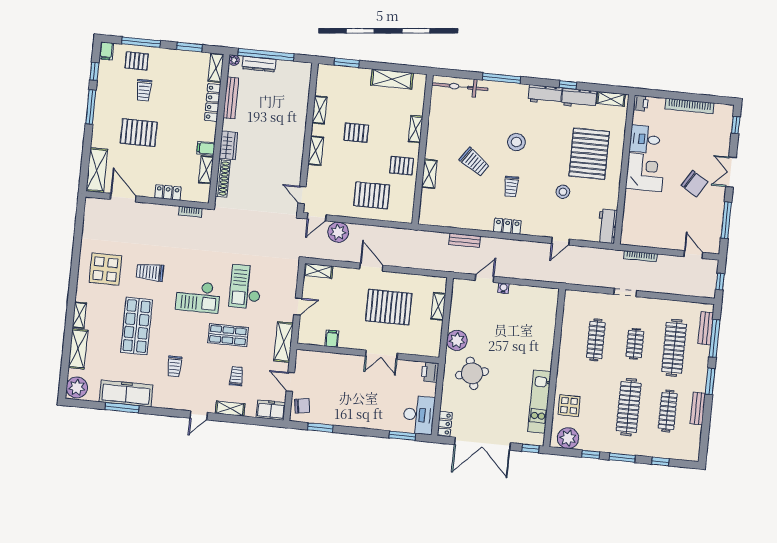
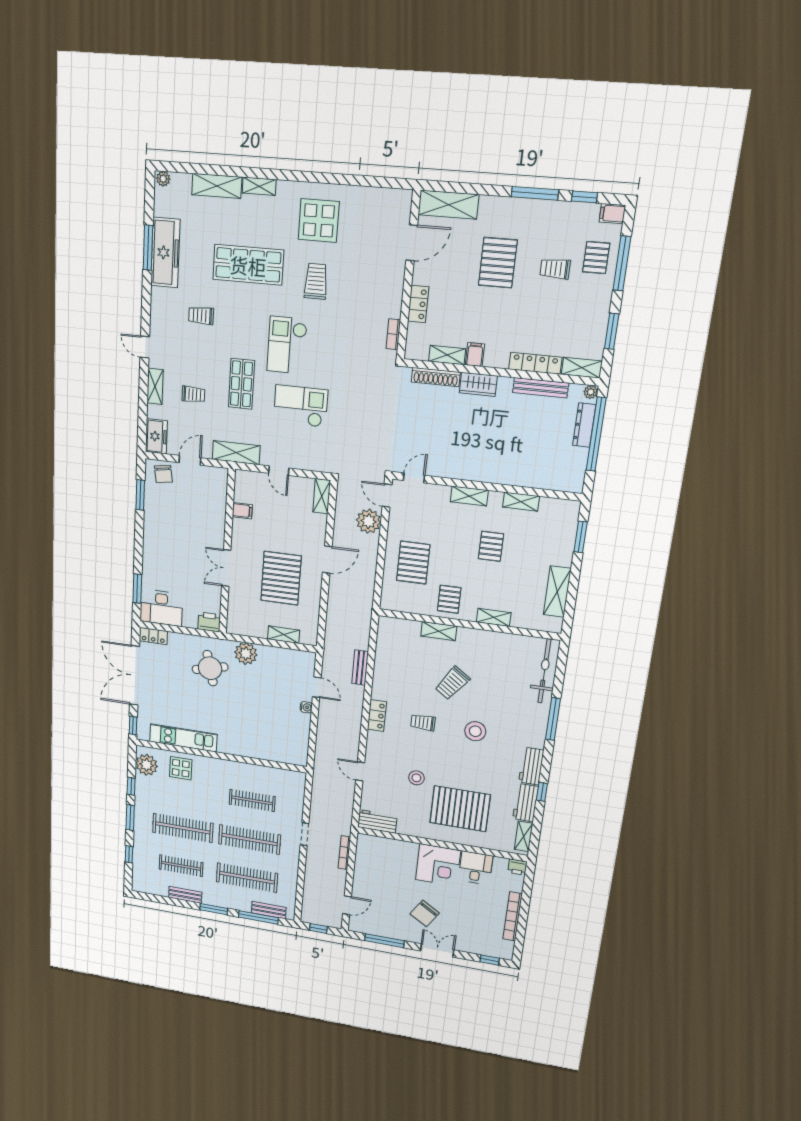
clothes rail: (635, 344) -> (249, 839), width x1.86, depth x1.31
plant: (77, 387) -> (163, 179), width x0.53, depth x0.53

